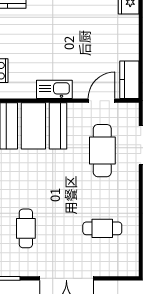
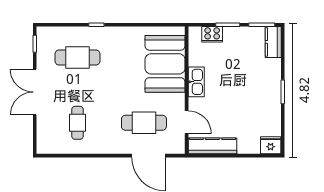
kitchen counter: (129, 80) -> (212, 146), width x1.50
cafe table: (26, 228) -> (77, 58), width x1.37, depth x1.35

